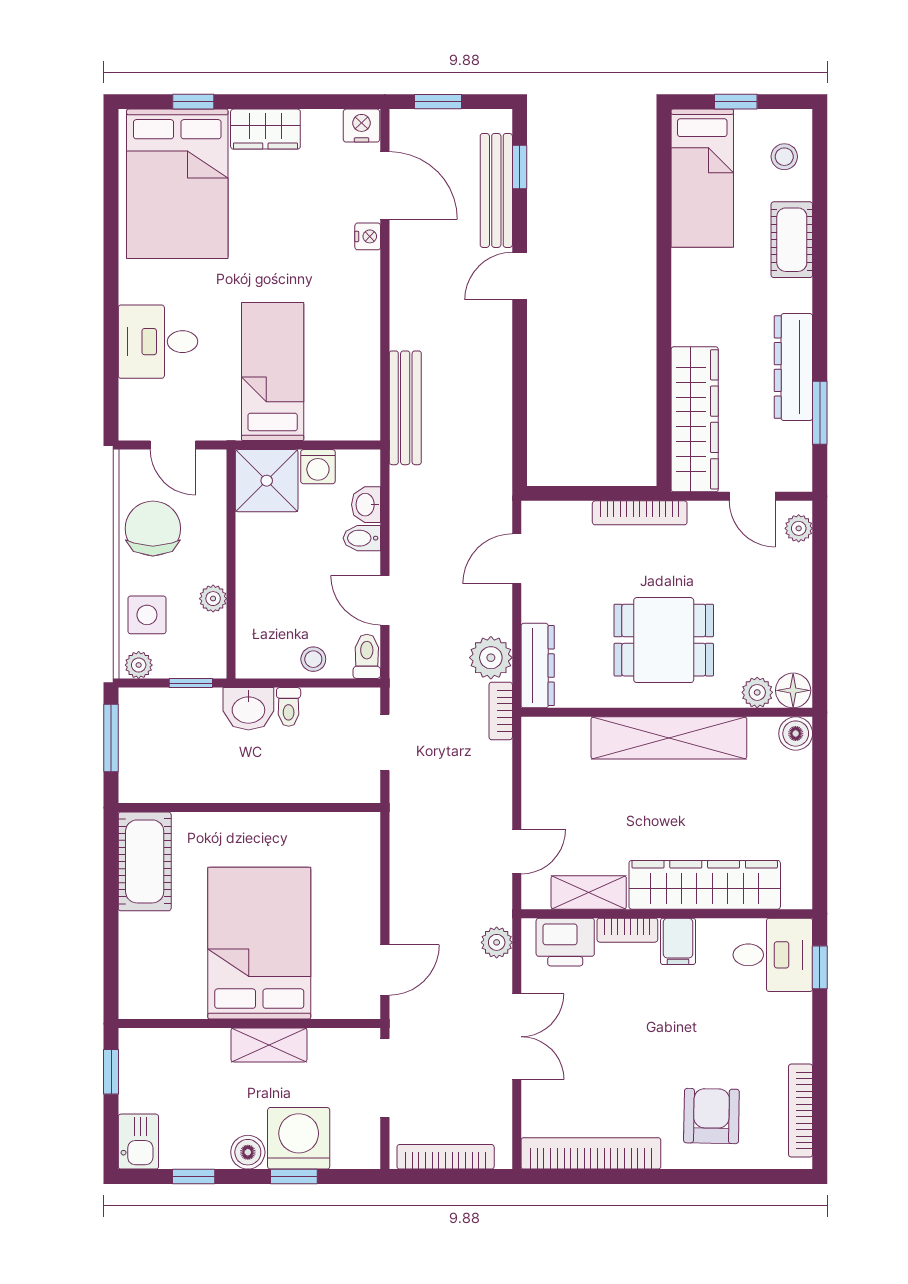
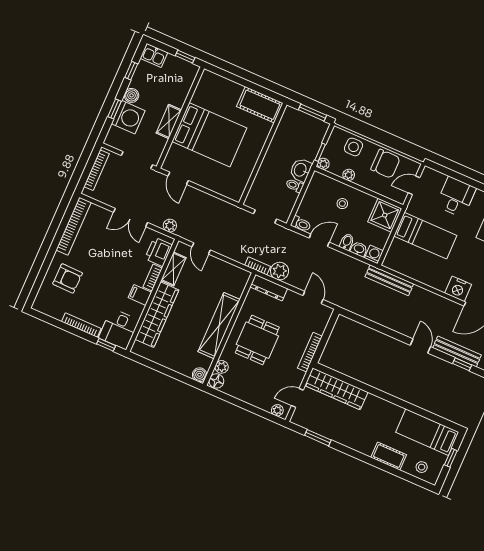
nightstand: (368, 236) -> (458, 289), width x1.89, depth x1.79
dresser: (793, 367) -> (340, 435), removed
washing machine: (318, 467) -> (374, 254), moved, turned 90
stool: (313, 659) -> (342, 204), moved
plant: (139, 665) -> (323, 164), moved
bookcase: (801, 1111) -> (81, 325), moved

